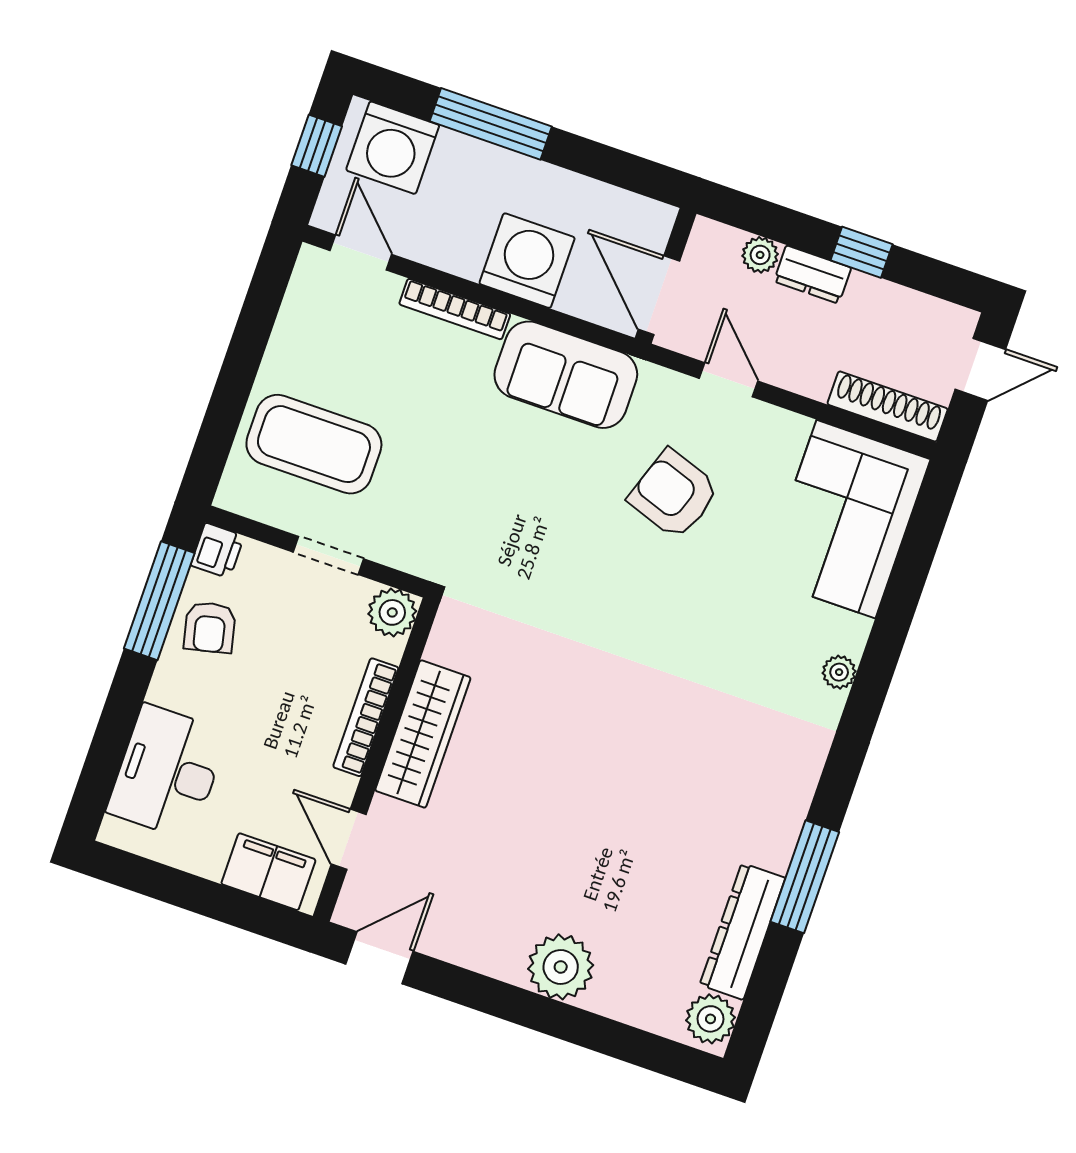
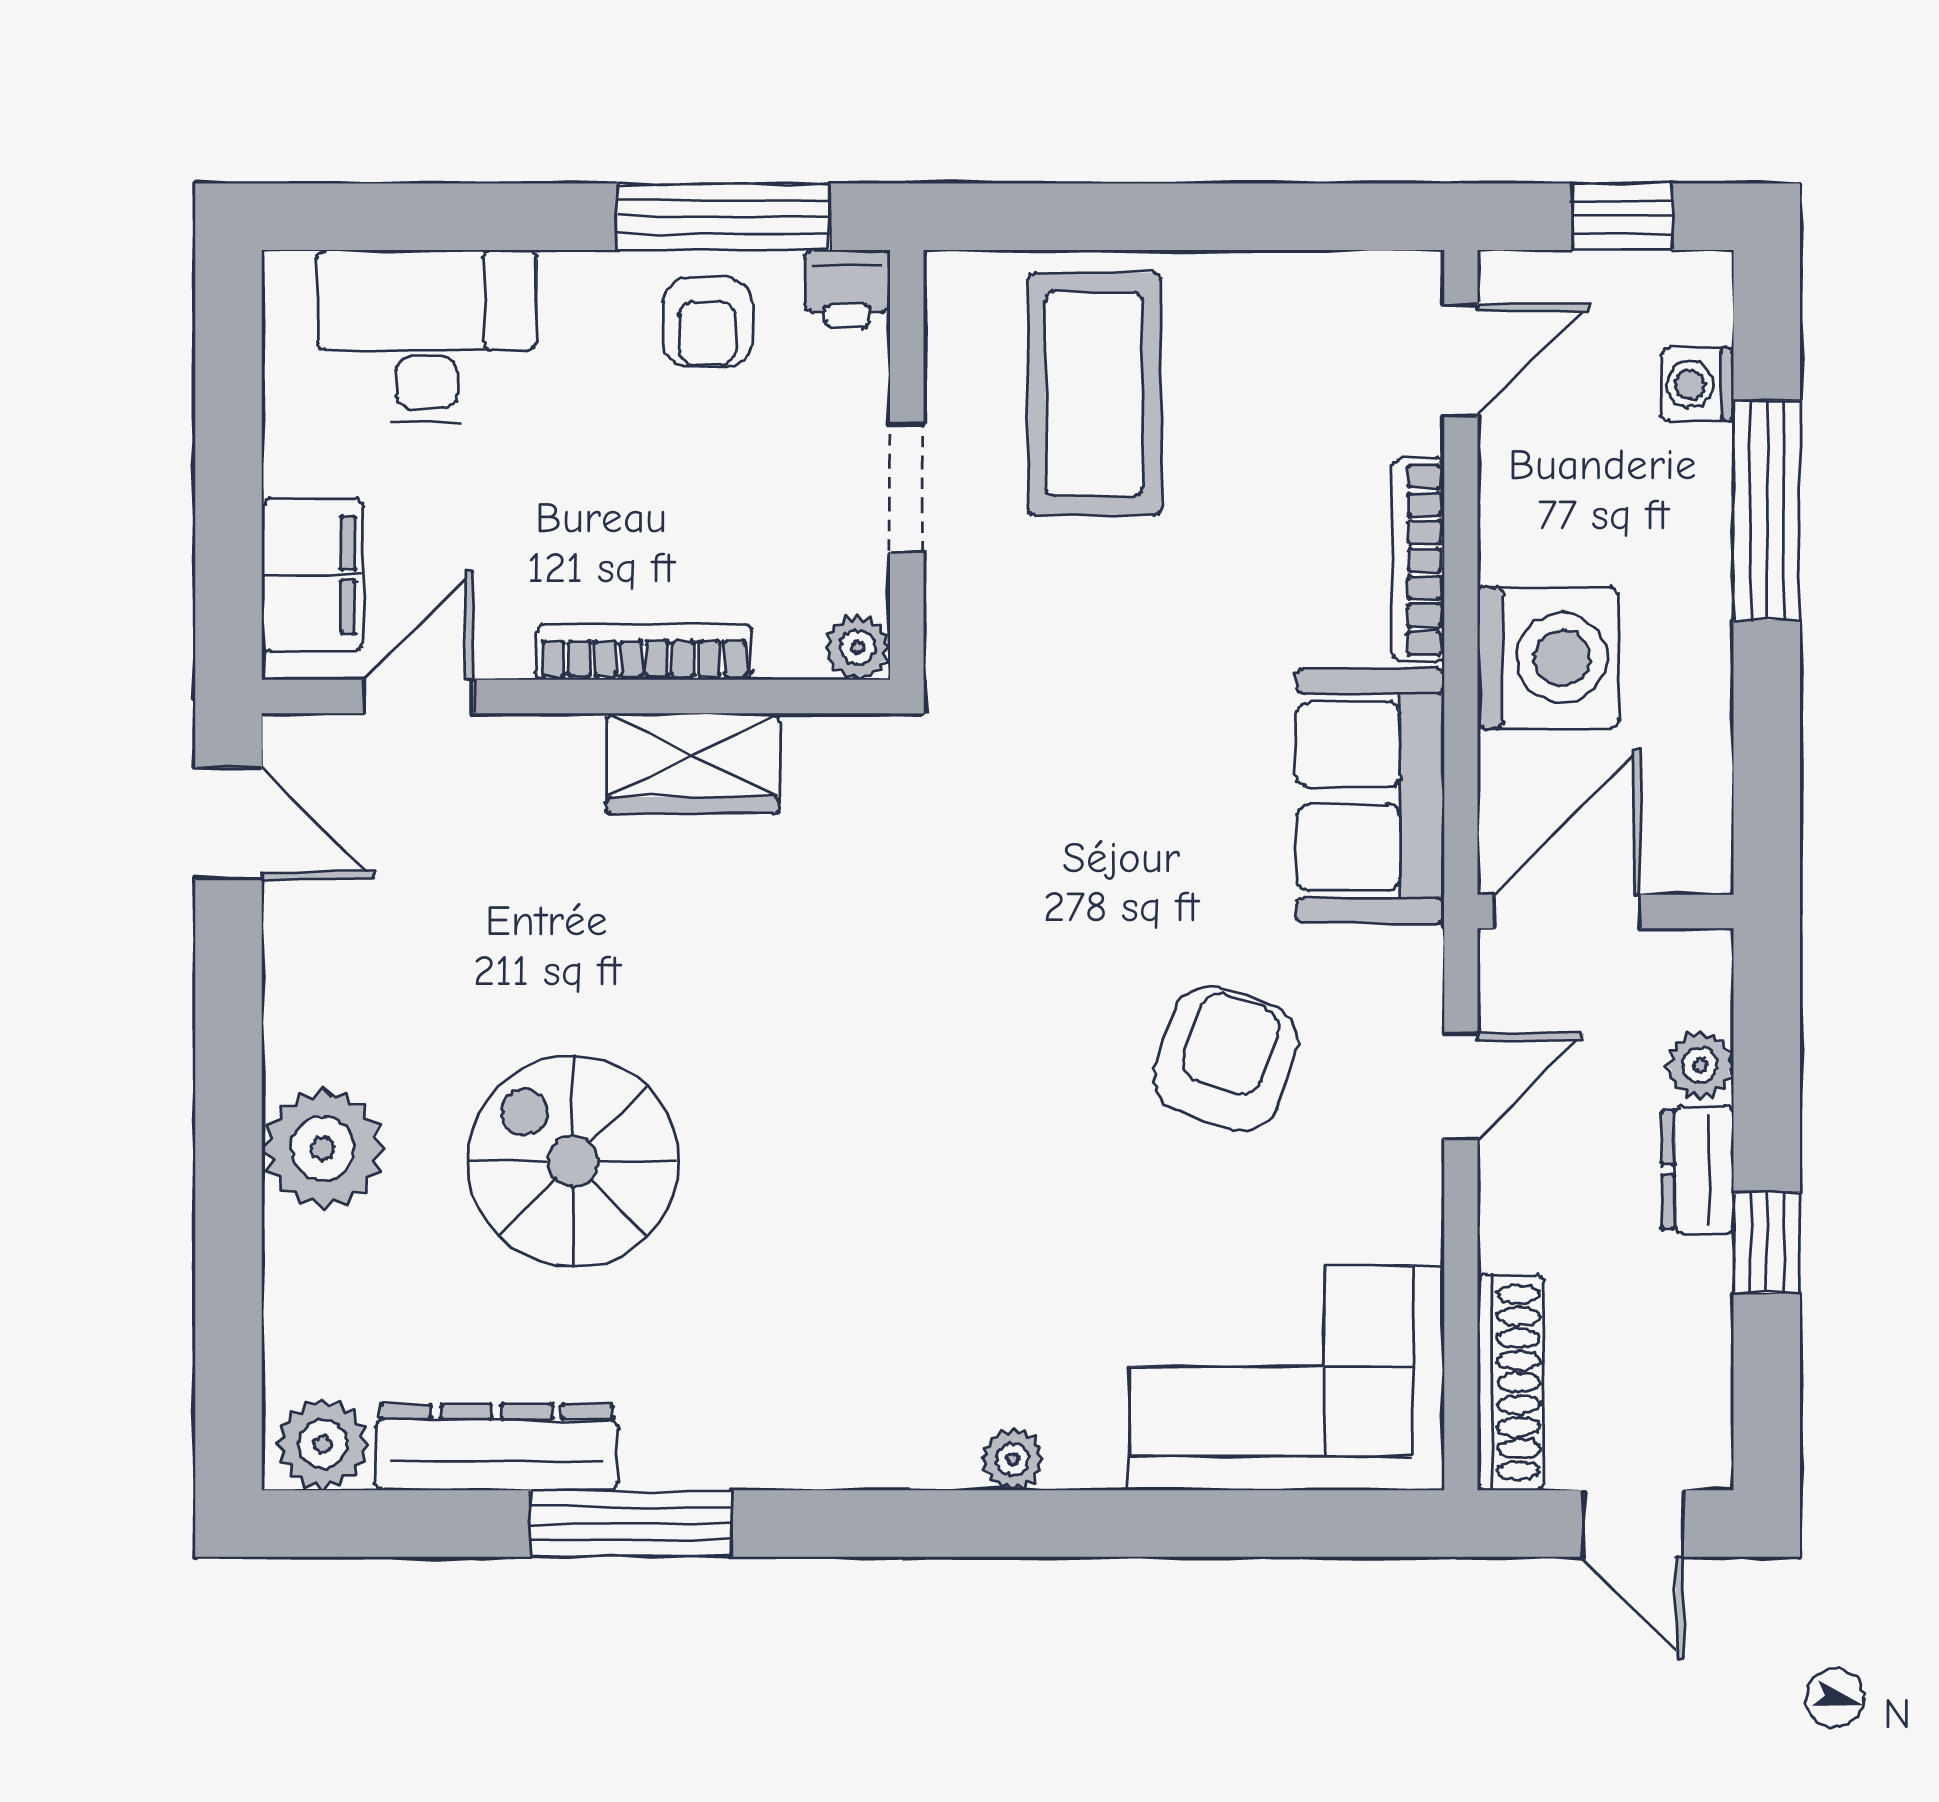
washing machine: (393, 148) -> (1697, 384), width x0.53, depth x0.53
plant: (392, 612) -> (857, 647), width x0.73, depth x0.73
armchair: (210, 627) -> (707, 322), turned -77
wardrobe: (423, 734) -> (693, 763), width x0.67
spiral stairs: (611, 843) -> (573, 1161), added

